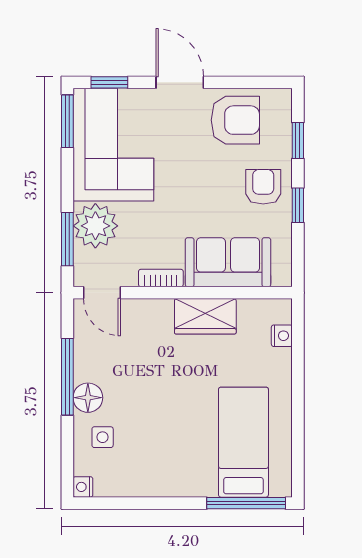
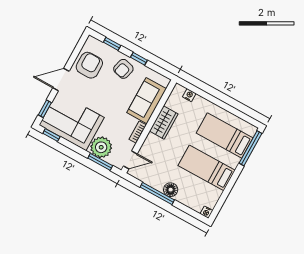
window: (67, 121) -> (51, 135), width x0.67
armchair: (263, 187) -> (123, 69), turned -76
side table: (103, 437) -> (190, 193), removed
bed: (165, 442) -> (207, 168), added

